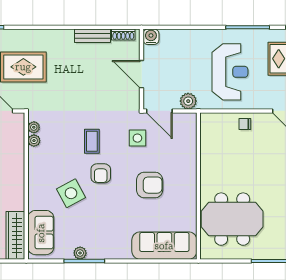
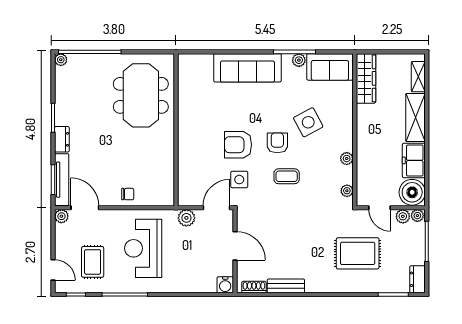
door: (159, 111) -> (216, 208), hinge flipped
plant: (34, 141) -> (347, 159), moved
coffee table: (92, 141) -> (287, 176), turned 90
armchair: (150, 185) -> (238, 145), moved
meeting table: (232, 219) -> (141, 95), turned 90
sofa: (41, 233) -> (330, 67), moved, turned -90
sofa: (164, 246) -> (247, 68), moved

